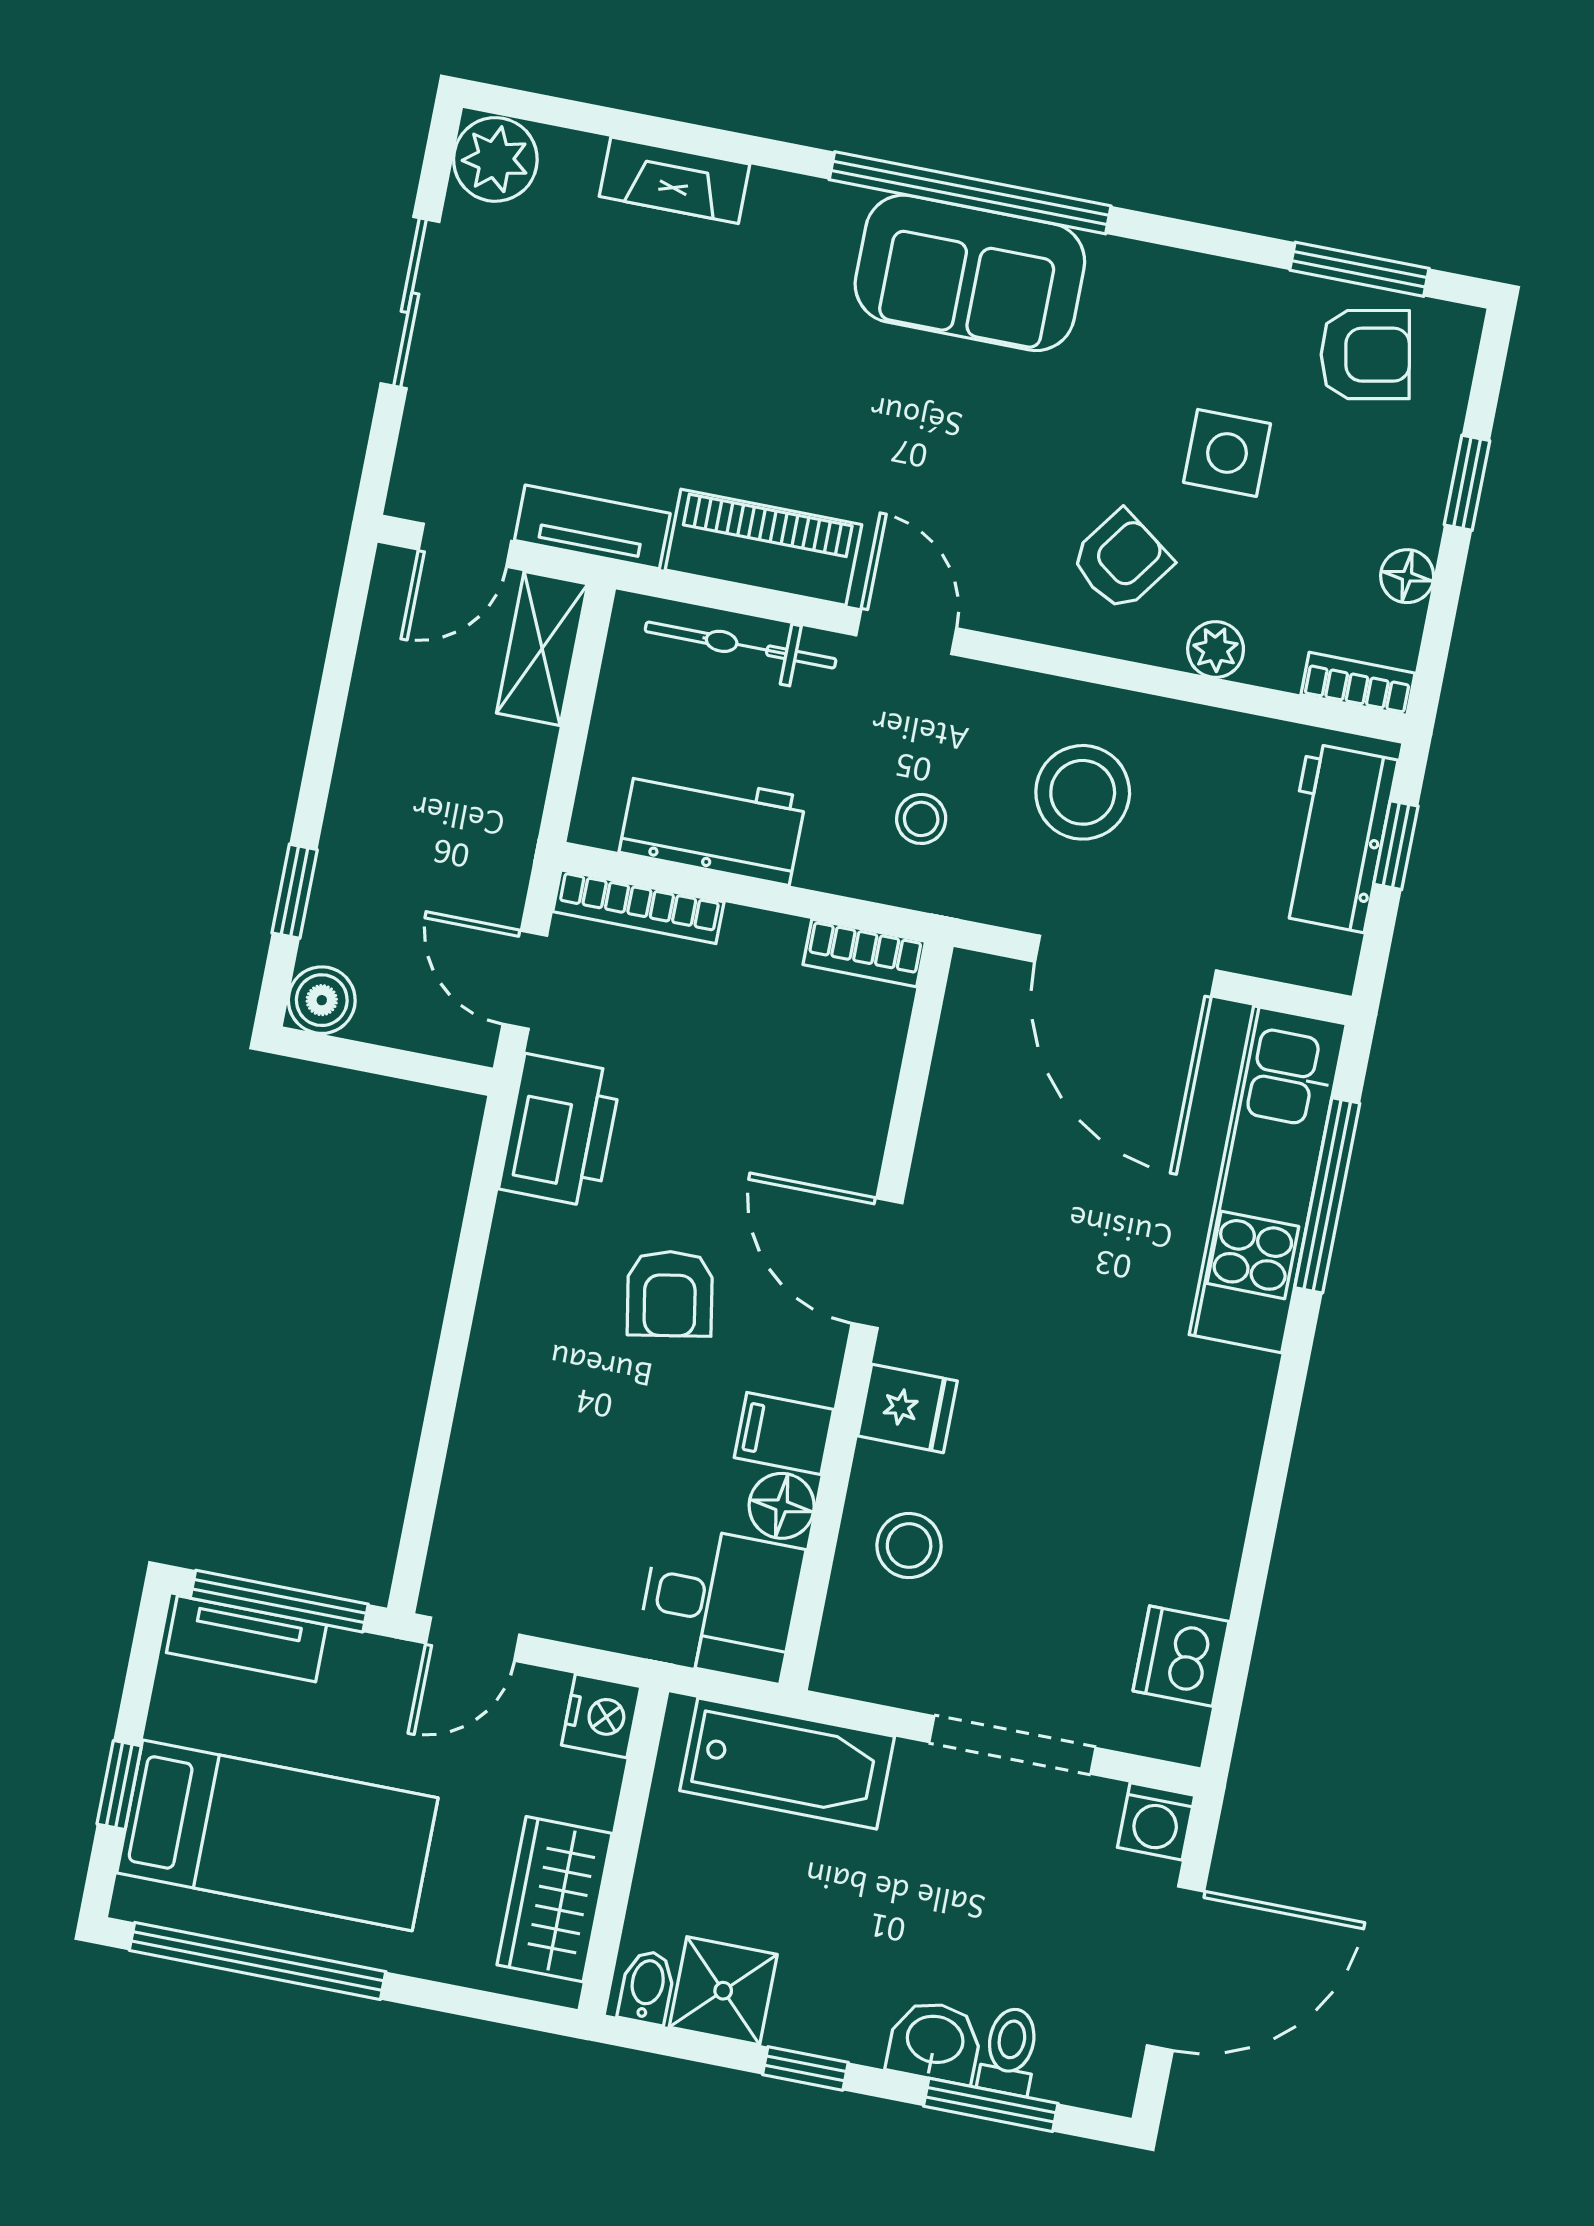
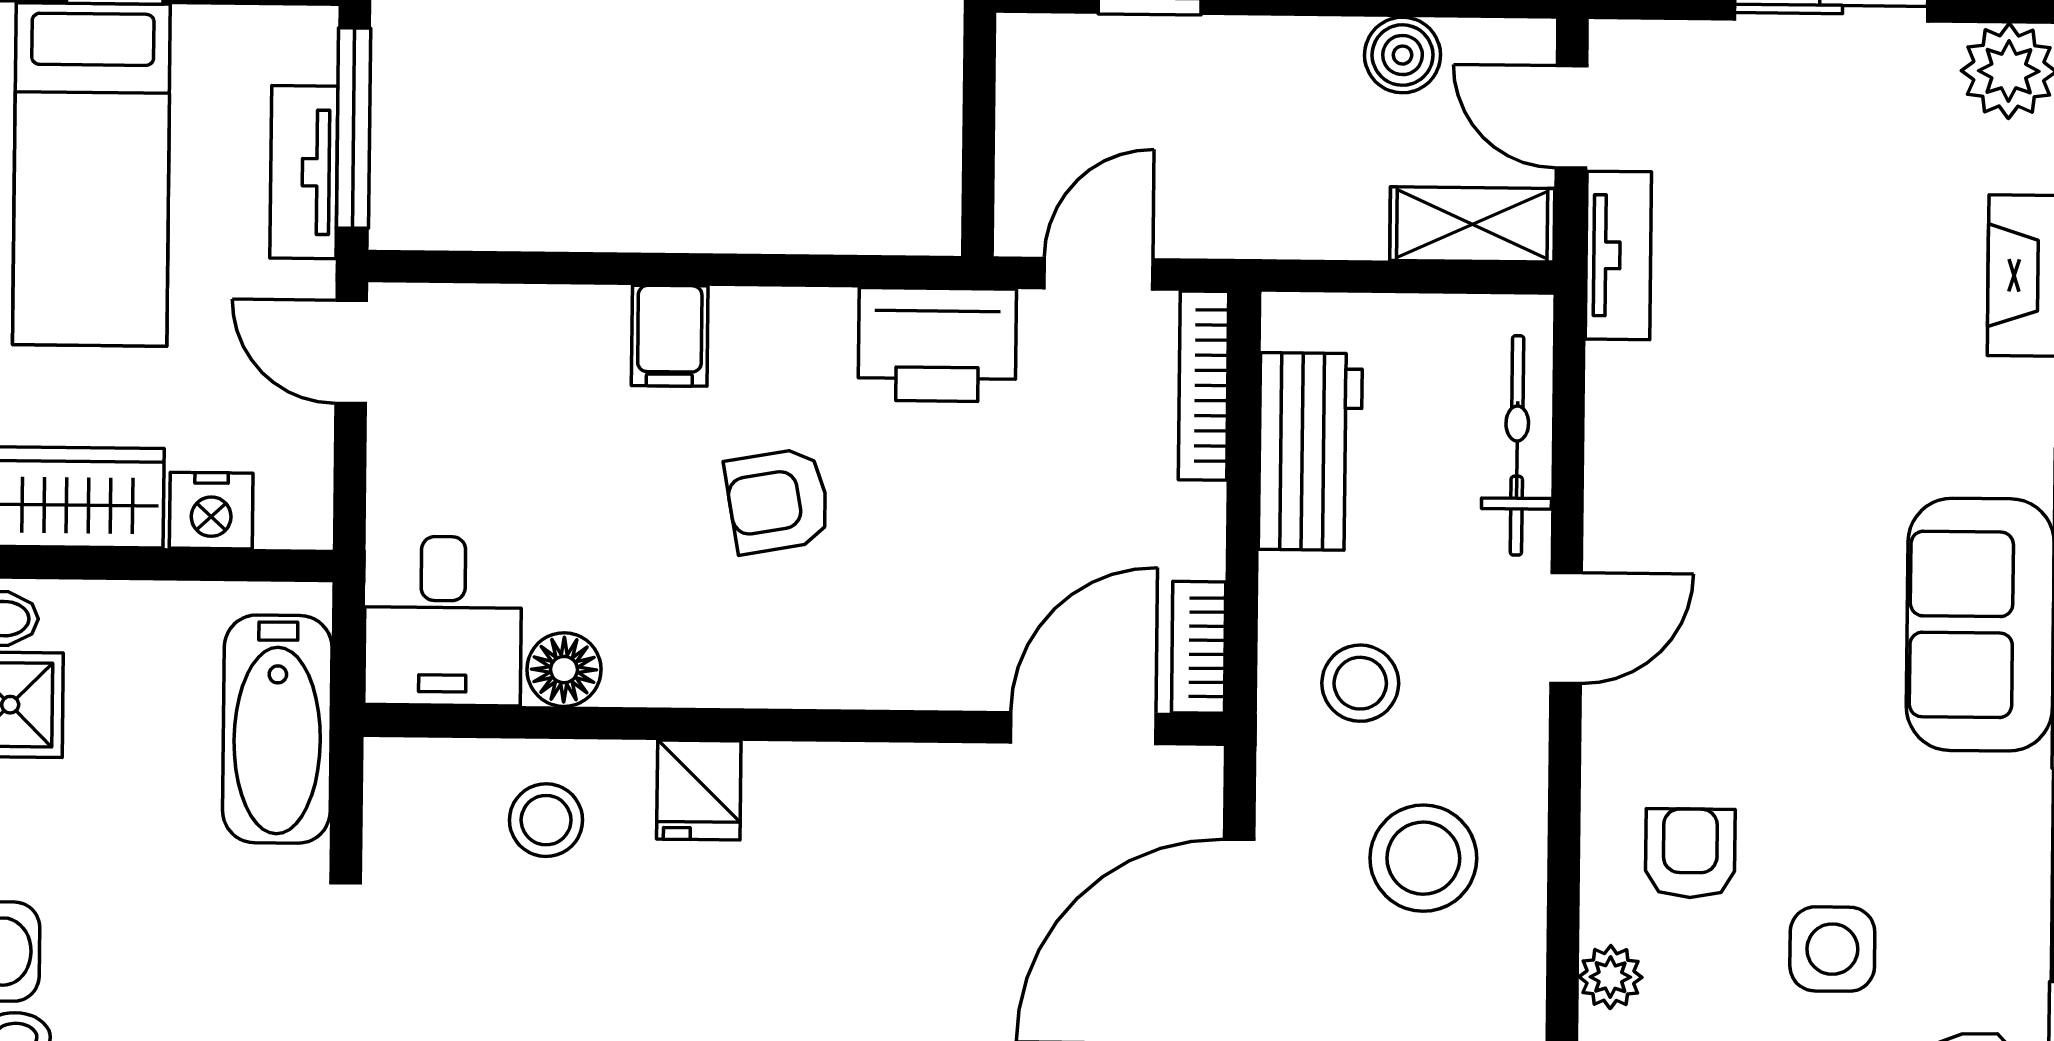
piano: (763, 547) -> (1631, 451), removed
armchair: (1121, 561) -> (1690, 853), turned -126
stool: (921, 819) -> (1360, 683), width x1.37, depth x1.37
boiler: (322, 1000) -> (1403, 55), moved
door: (877, 1263) -> (1083, 728), moved
filing cabinet: (784, 1433) -> (670, 336), moved, turned 180
tv unit: (246, 1639) -> (304, 172), moved
nightstand: (601, 1716) -> (211, 511), moved

